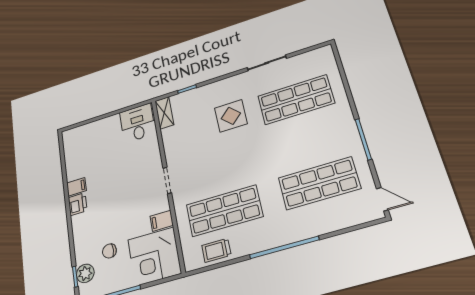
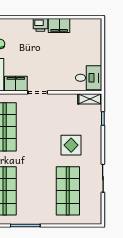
filing cabinet: (76, 187) -> (59, 25), width x2.00
filing cabinet: (162, 221) -> (16, 84), width x2.00

